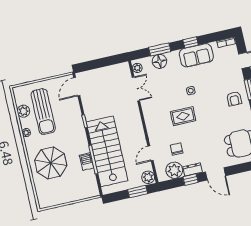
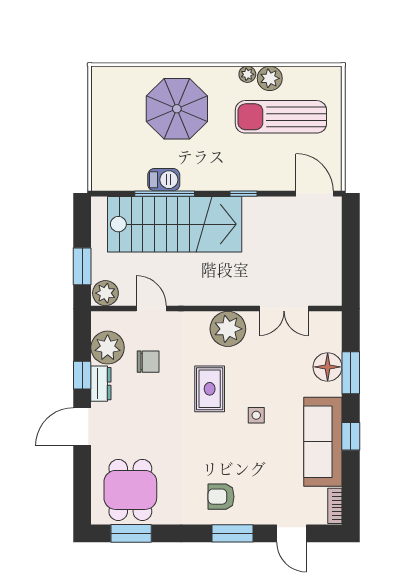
sofa: (196, 55) -> (323, 442), width x1.36
plant: (137, 68) -> (228, 329), moved, width x1.88, depth x1.88
plant: (23, 111) -> (270, 78), moved

